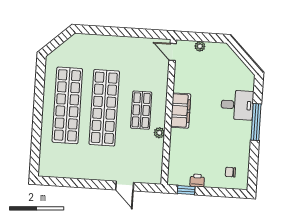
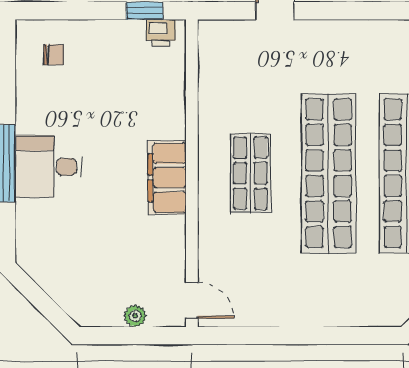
desk: (237, 105) -> (49, 167), moved
plant: (159, 133) -> (209, 128), removed
printer: (197, 180) -> (161, 33), moved

